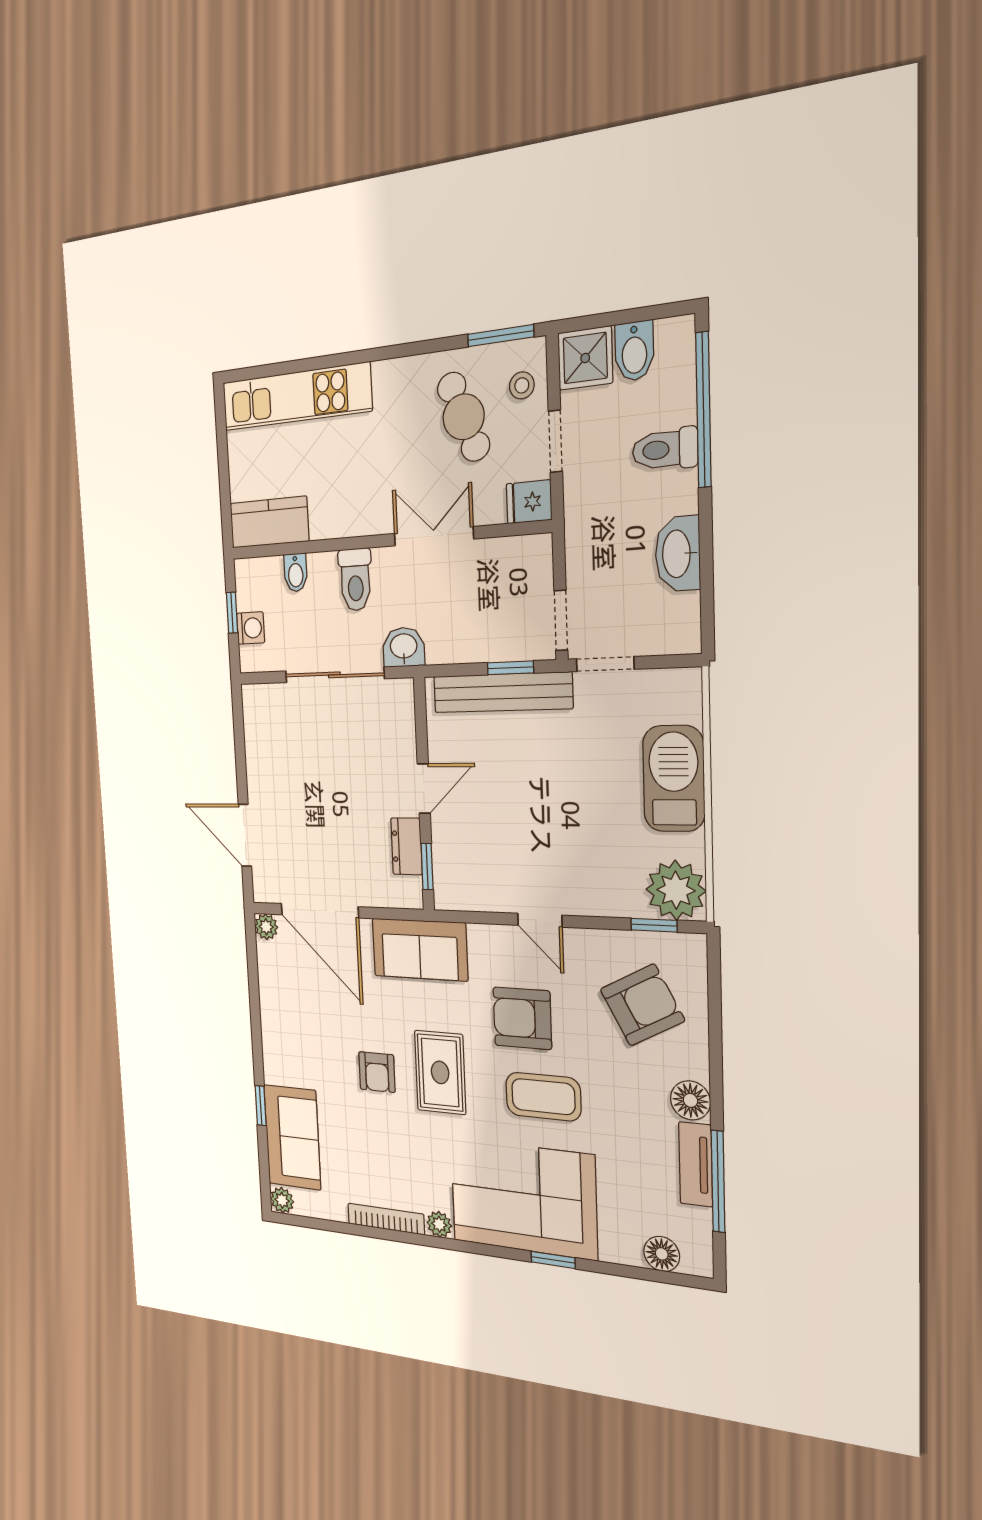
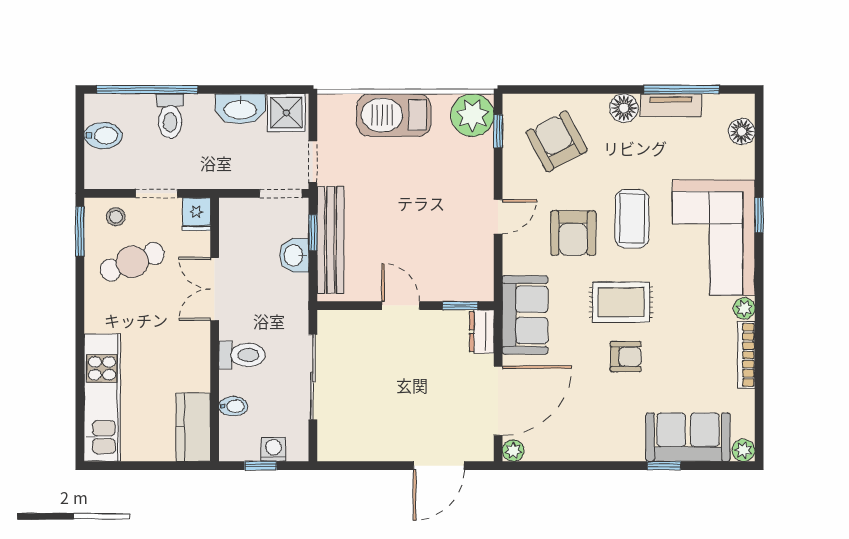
shower: (585, 358) -> (286, 113), moved
washbasin: (404, 647) -> (294, 255), moved
dresser: (407, 846) -> (482, 332), moved, turned 90

